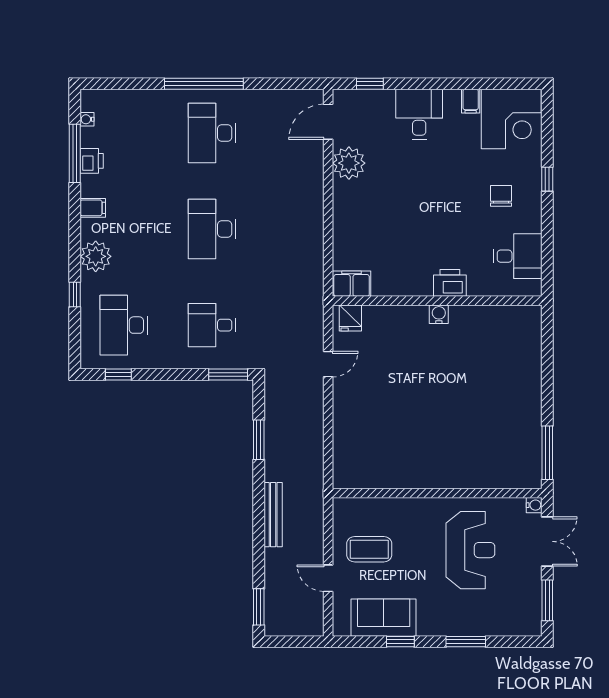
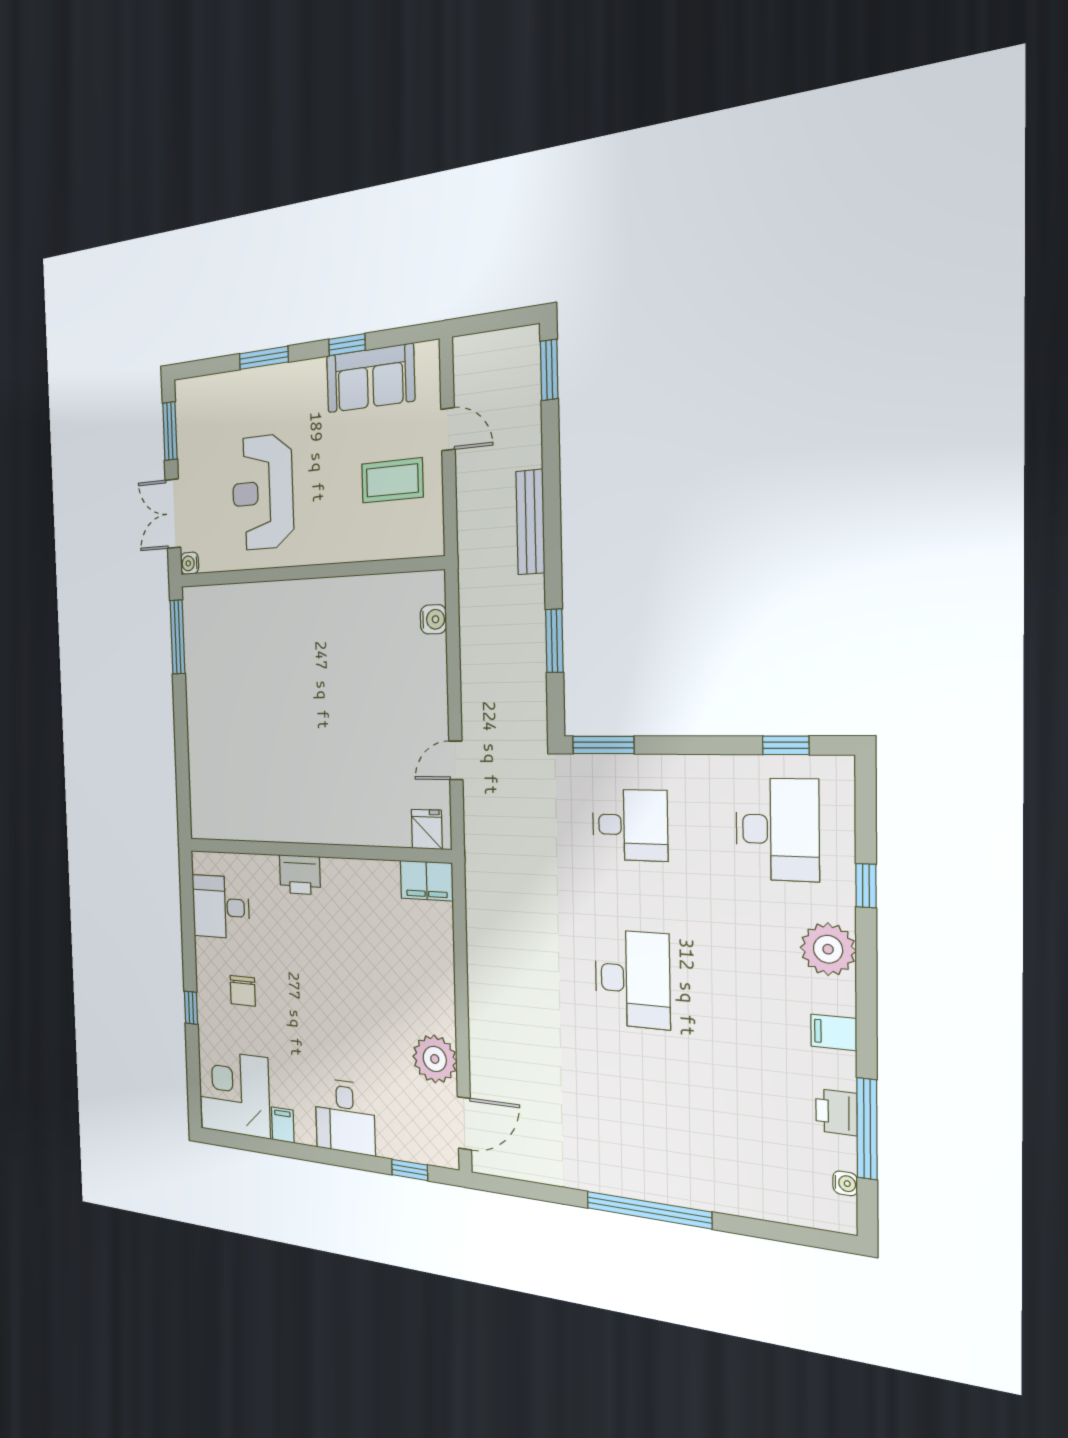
desk: (212, 133) -> (635, 1131), removed
water cooler: (439, 314) -> (433, 619), moved, turned -90

